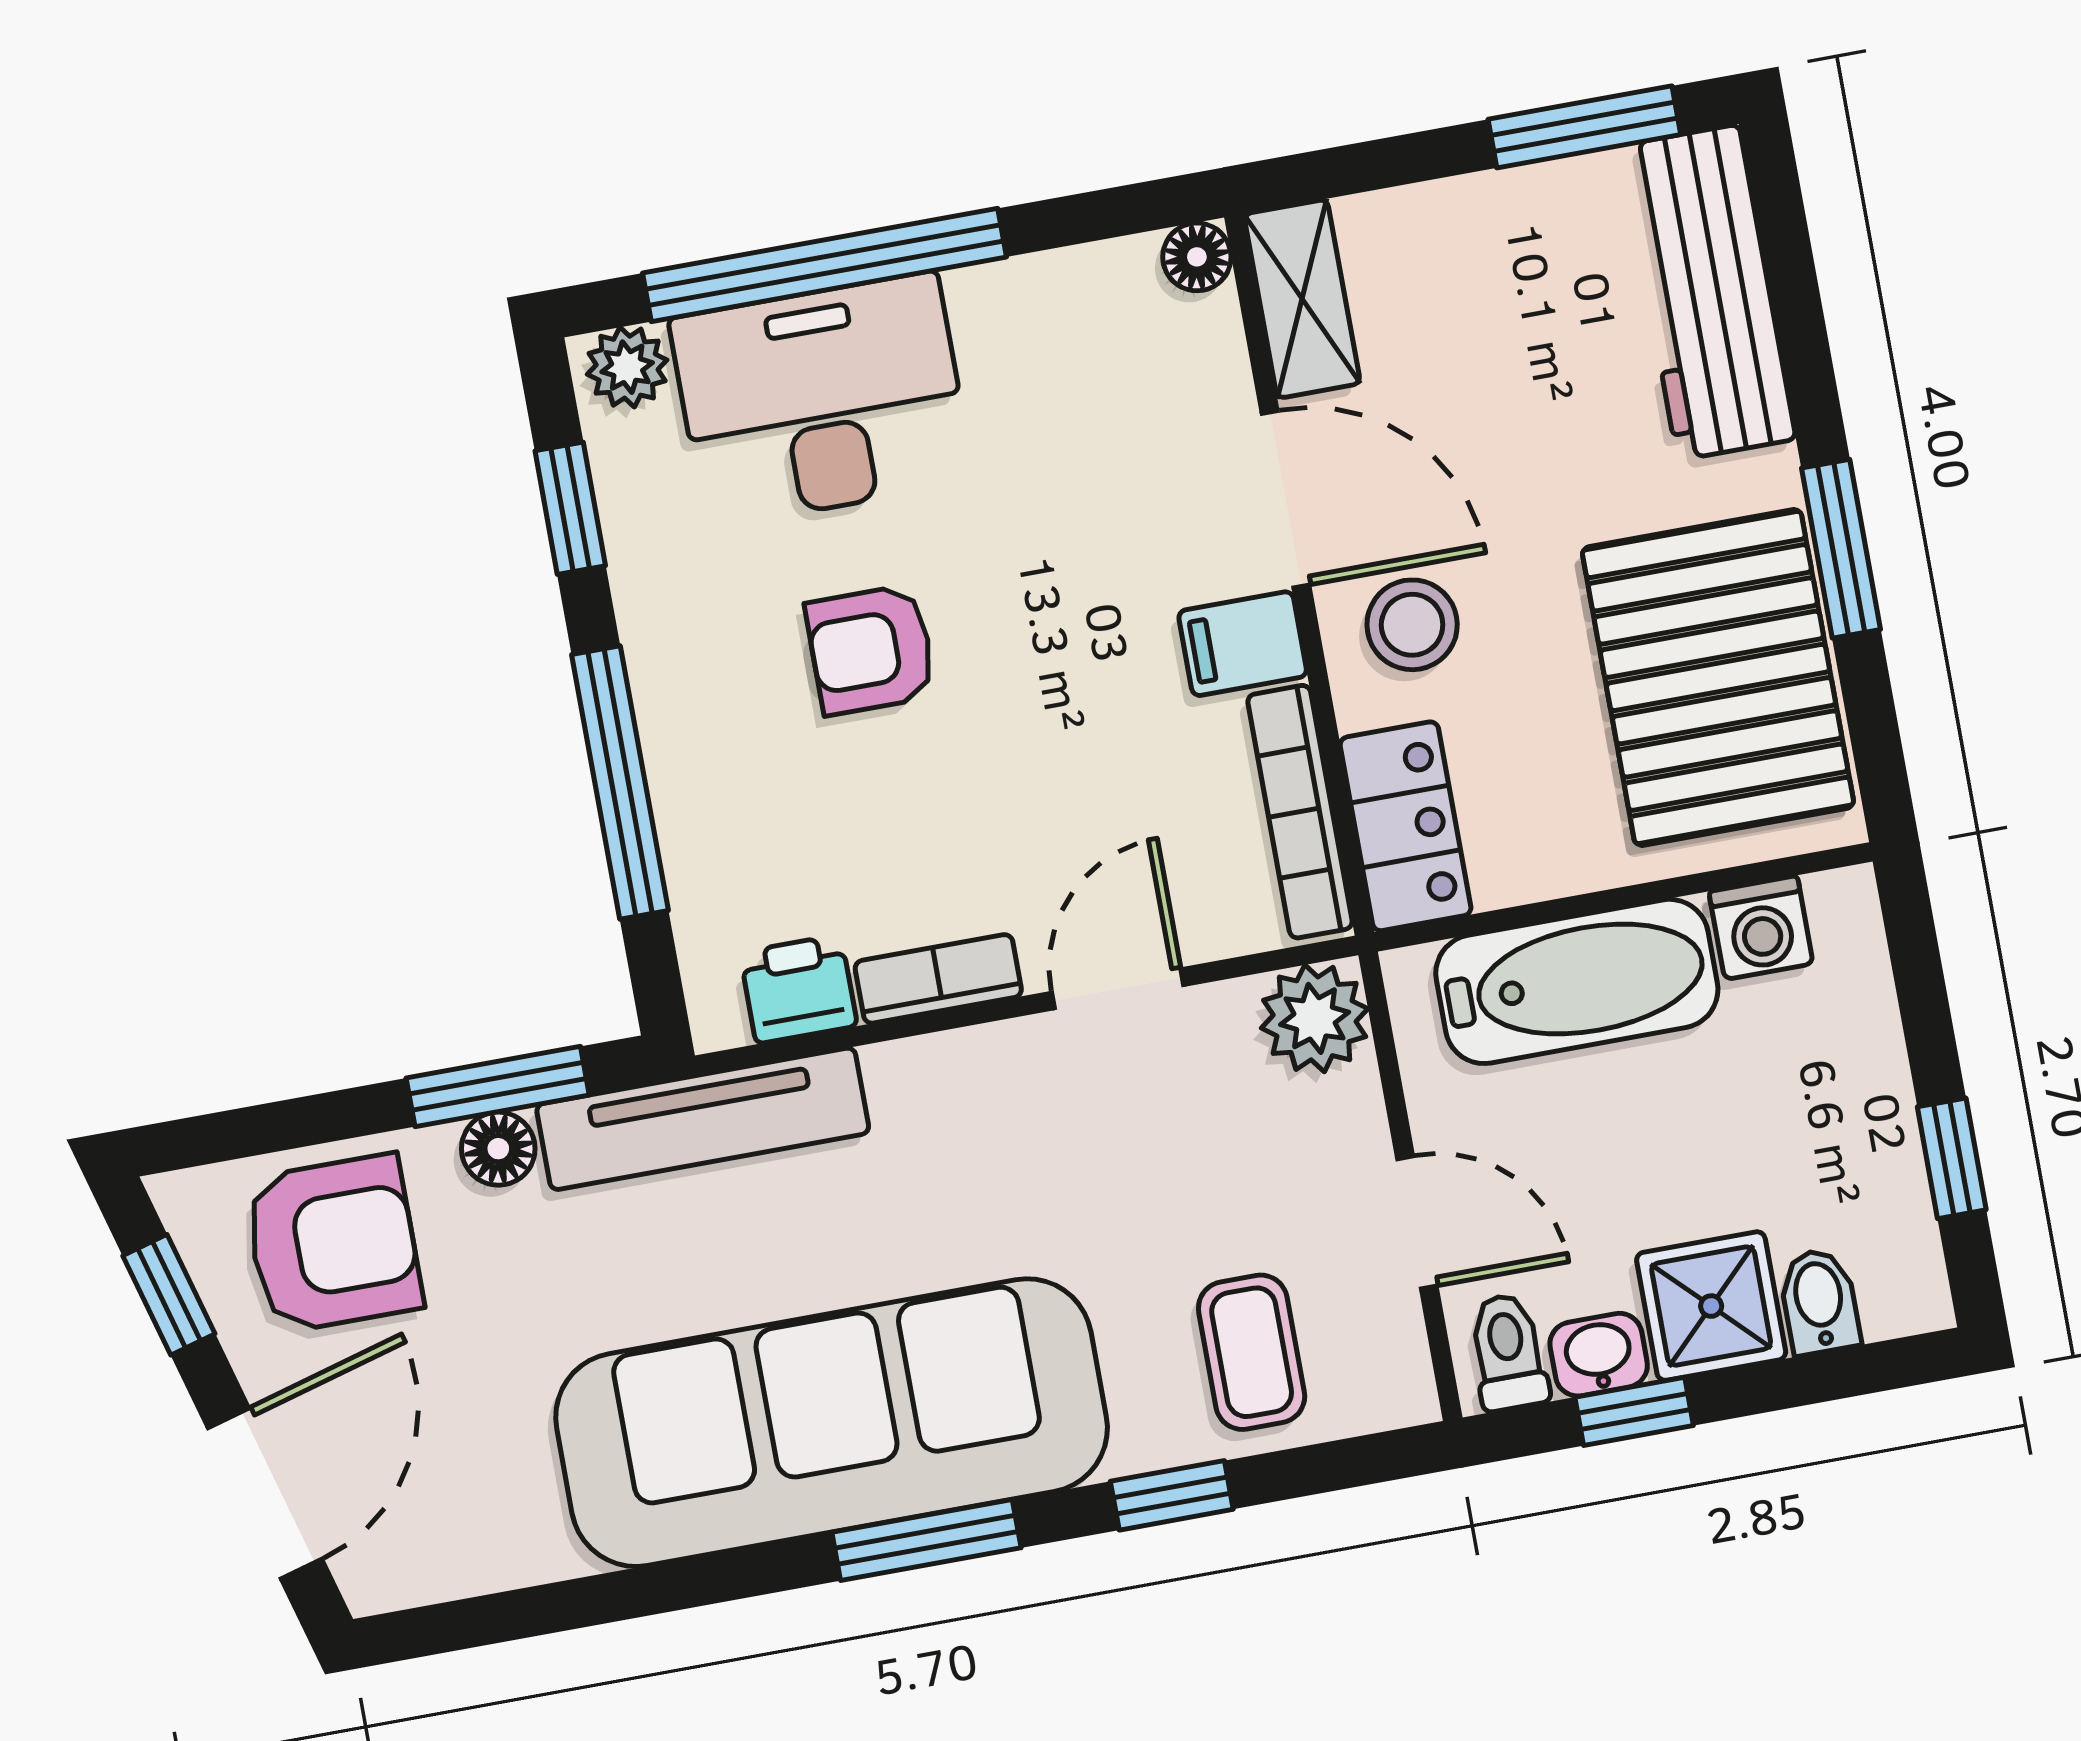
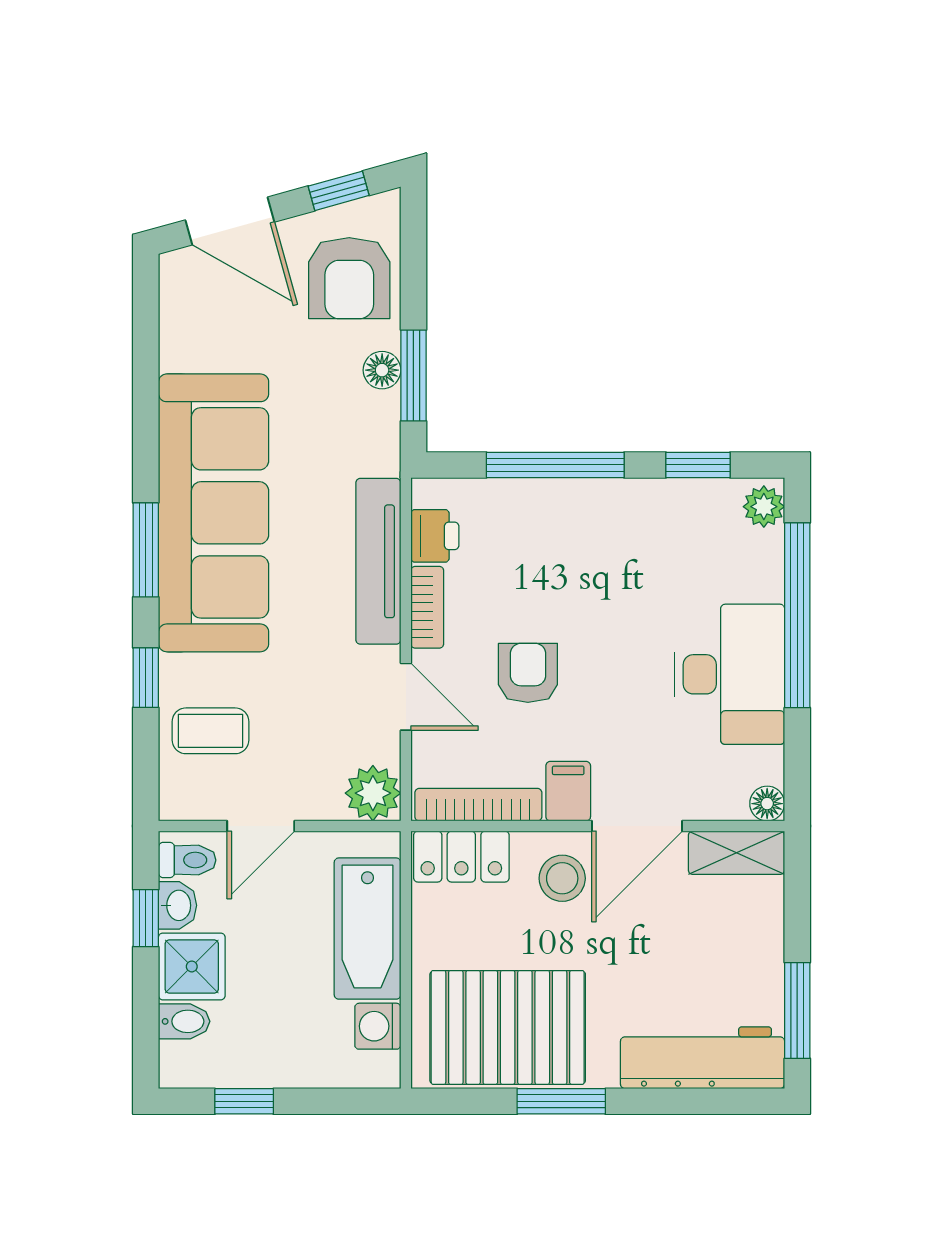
desk: (822, 400) -> (729, 674), moved
armchair: (871, 650) -> (528, 673), moved
tv unit: (703, 1119) -> (378, 561), moved

